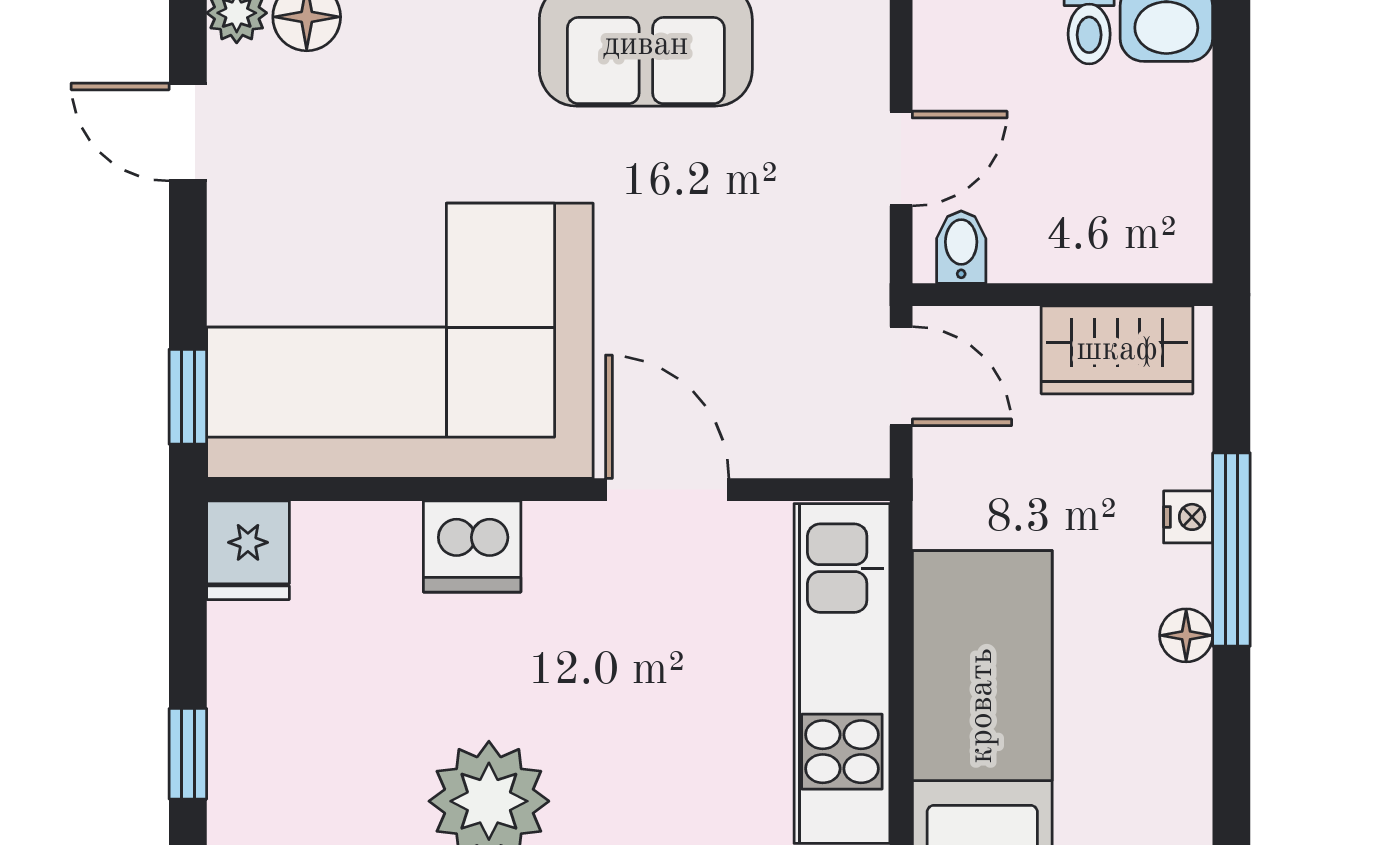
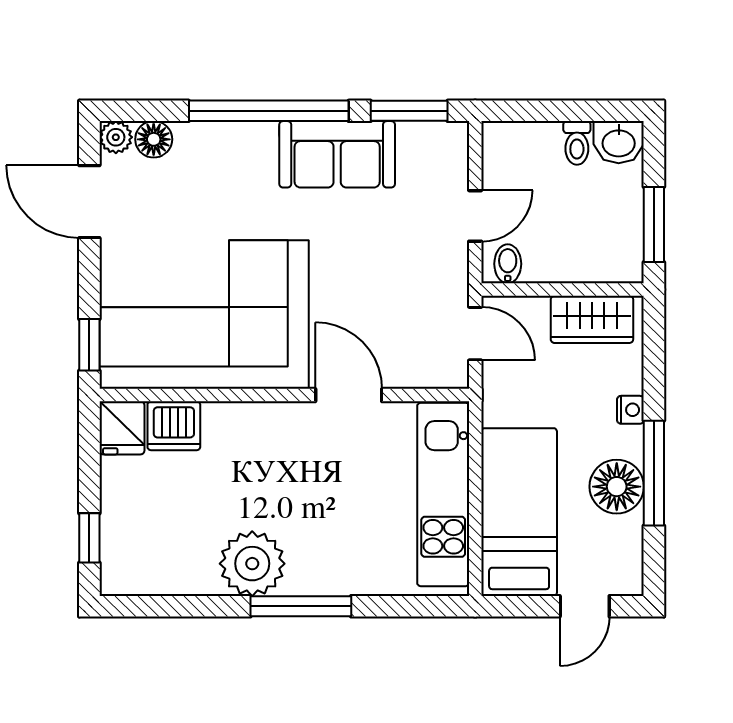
door: (188, 132) -> (89, 202), width x1.38
window: (1231, 174) -> (654, 225), added
dishwasher: (472, 547) -> (174, 426), moved
window: (1231, 549) -> (654, 473), moved
floor lamp: (1186, 635) -> (617, 487), width x1.89, depth x1.89

